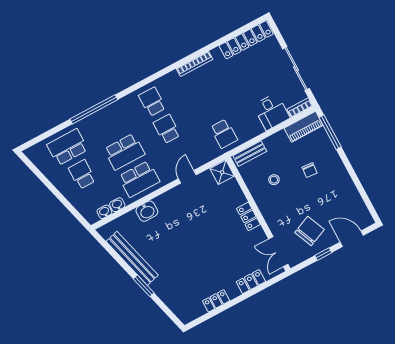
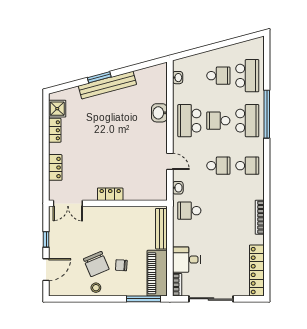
school desk: (110, 124) -> (247, 121), added
piano: (304, 127) -> (157, 273), width x1.37, depth x1.33
school desk: (124, 152) -> (218, 121), width x0.54
bench: (250, 153) -> (161, 229), width x1.36
shower: (222, 172) -> (57, 109), moved
stool: (274, 180) -> (96, 288), moved
washbasin: (117, 205) -> (178, 188), moved
chair: (310, 231) -> (96, 264), moved
double door: (278, 252) -> (68, 203), swing flipped
bench: (132, 258) -> (107, 85), moved

